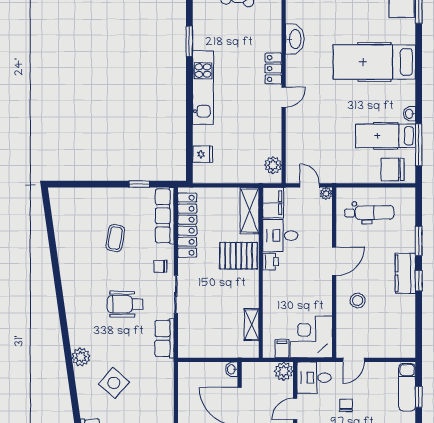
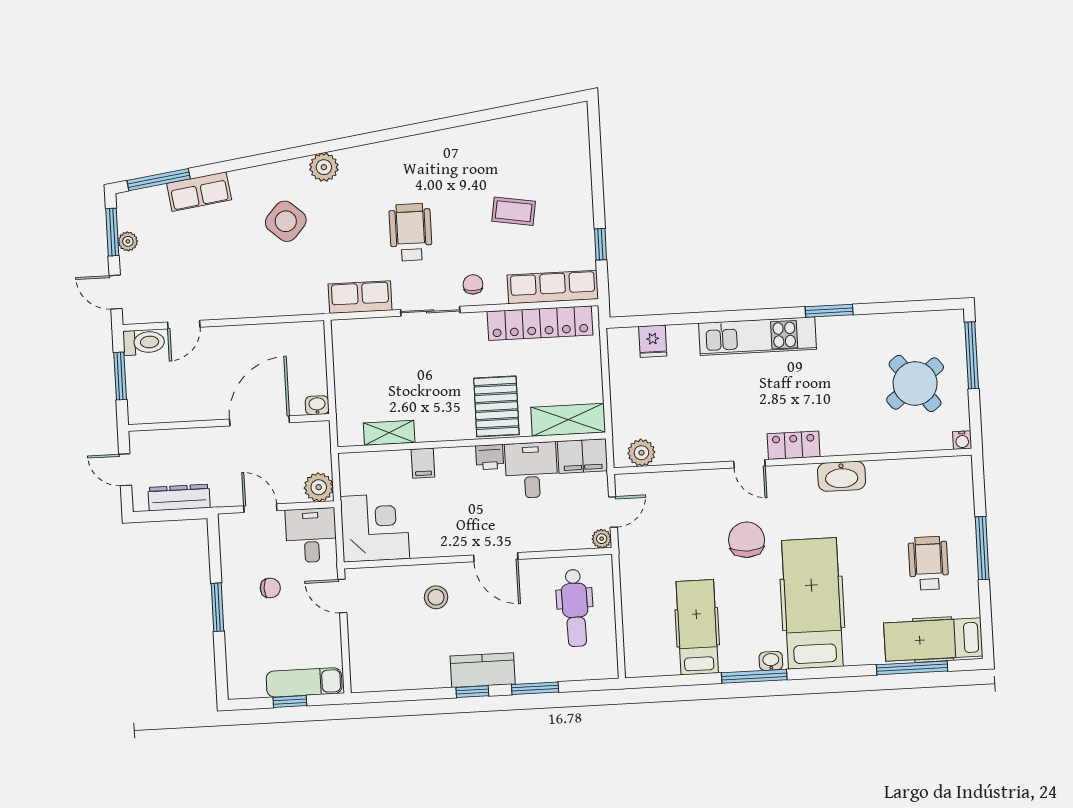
washbasin: (410, 114) -> (771, 661), moved
window: (419, 145) -> (754, 676), moved
chair: (393, 169) -> (747, 540), moved
filing cabinet: (282, 349) -> (423, 463), moved, turned 90

